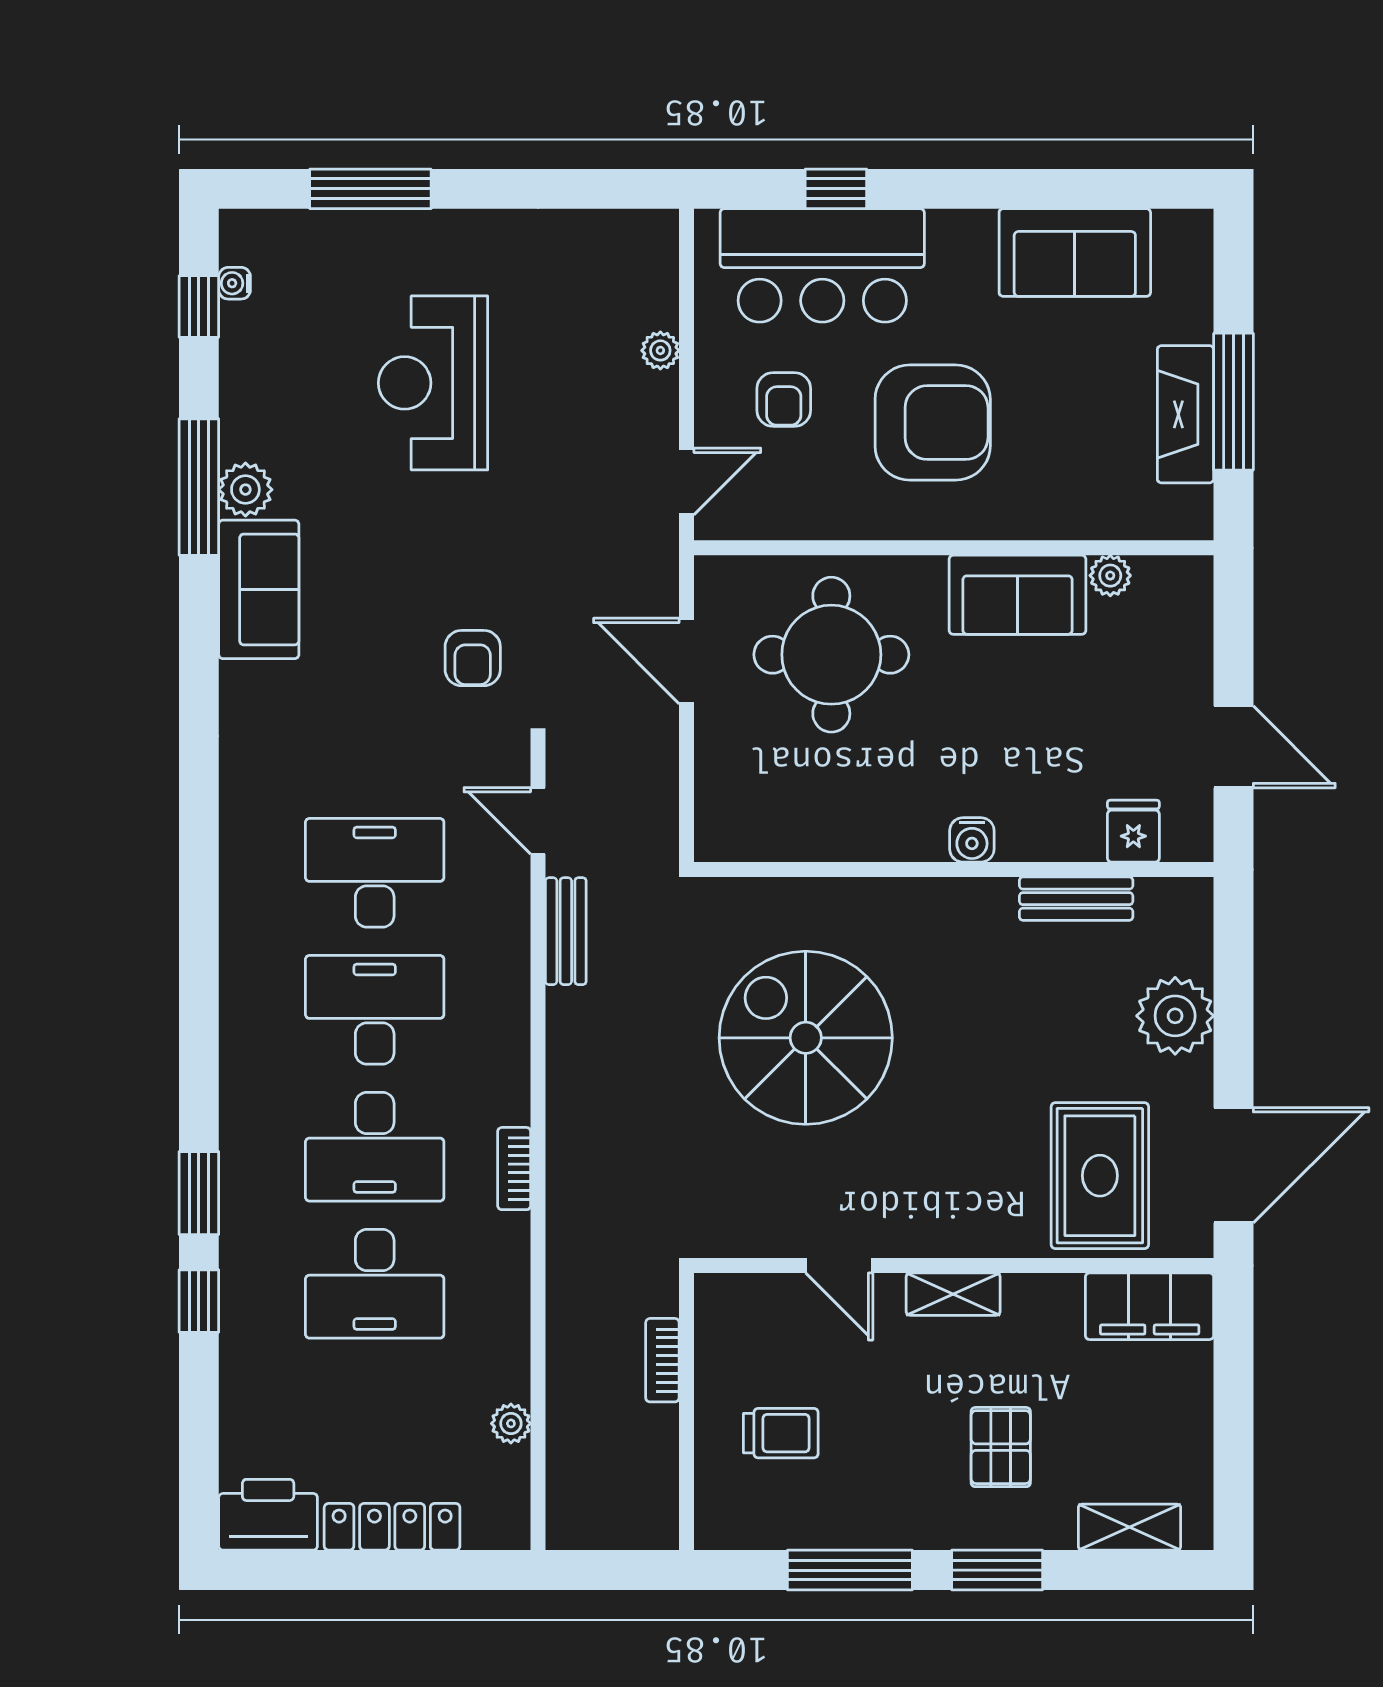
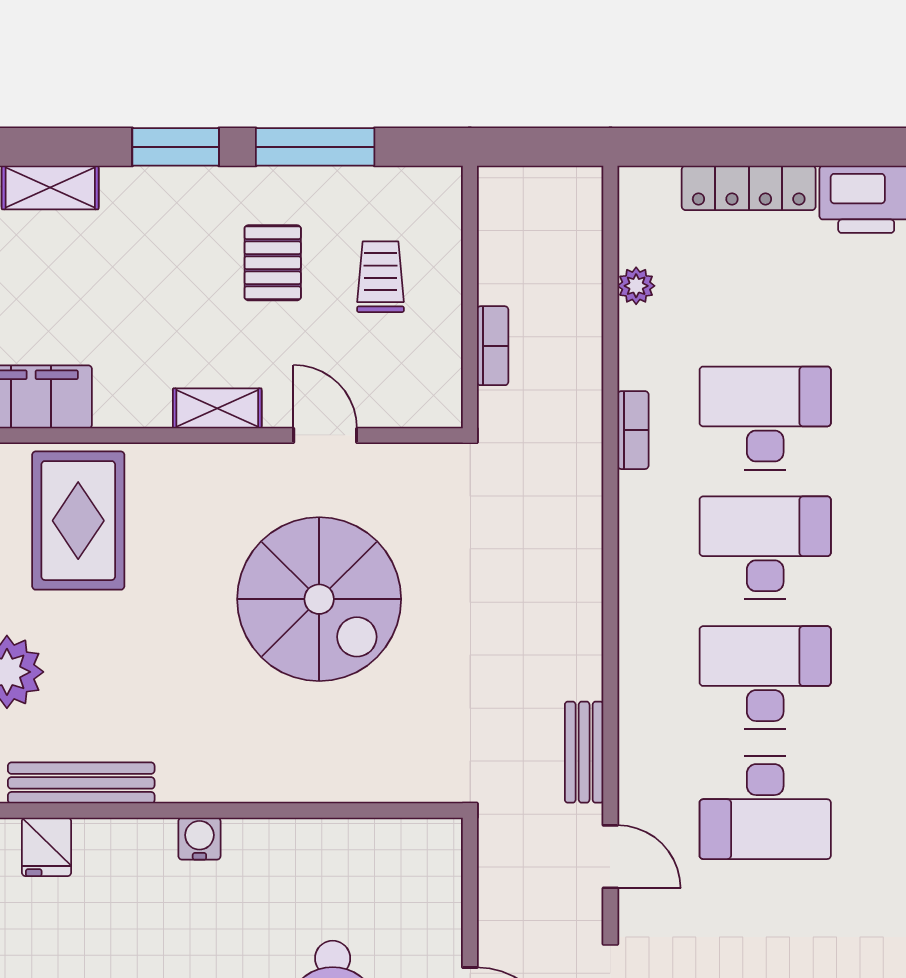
bench: (1076, 899) -> (81, 783), width x1.36
desk: (375, 1010) -> (765, 678), turned 180
spiral stairs: (806, 1038) -> (319, 599), moved
bookcase: (514, 1169) -> (633, 430), moved
trolley: (781, 1433) -> (380, 277), turned 90
pallet: (1001, 1447) -> (273, 263), moved

